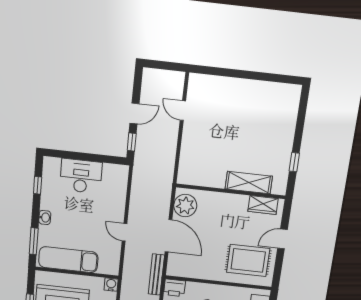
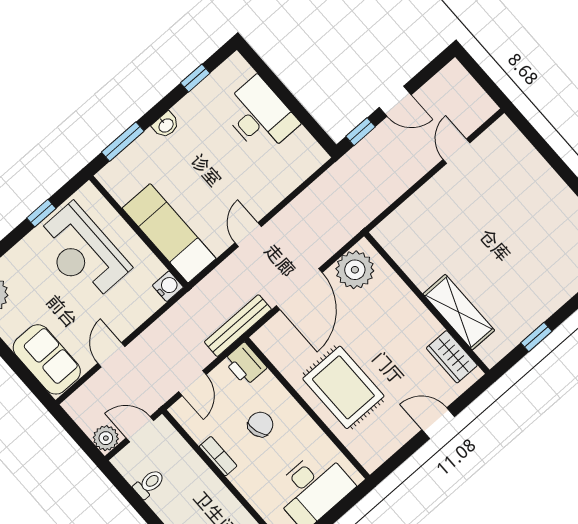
exam couch: (68, 260) -> (169, 233), moved
rug: (248, 260) -> (343, 387), moved

